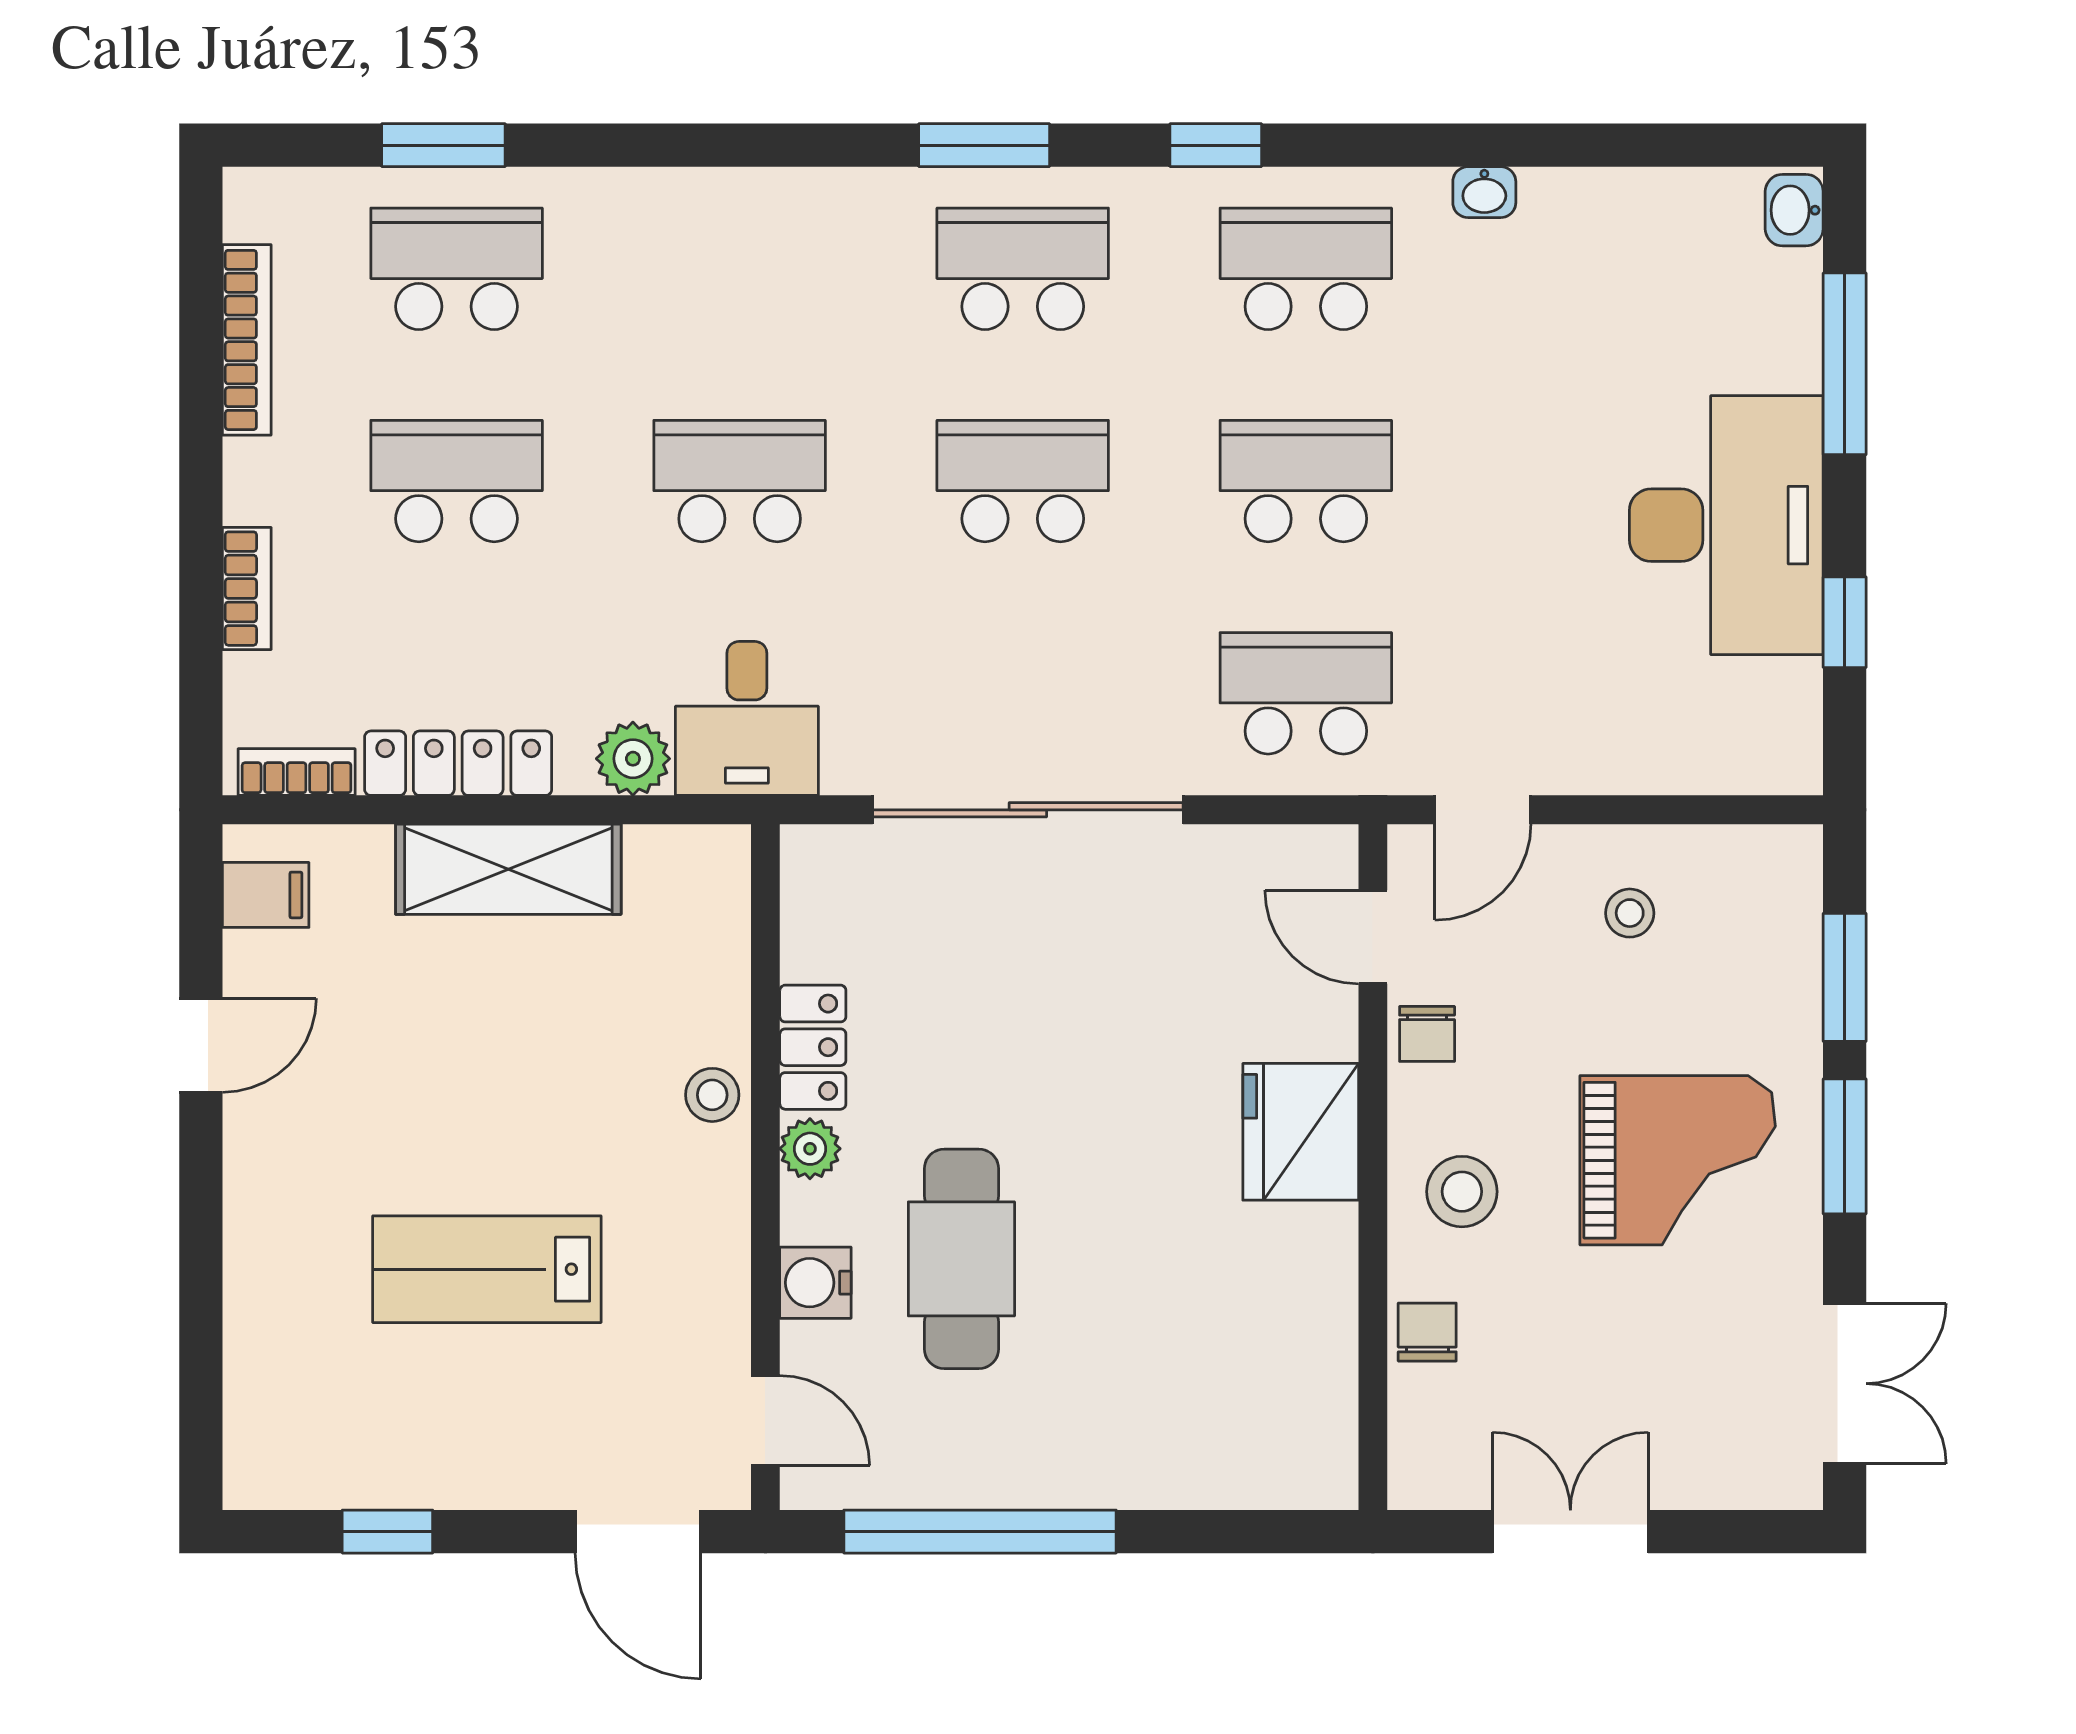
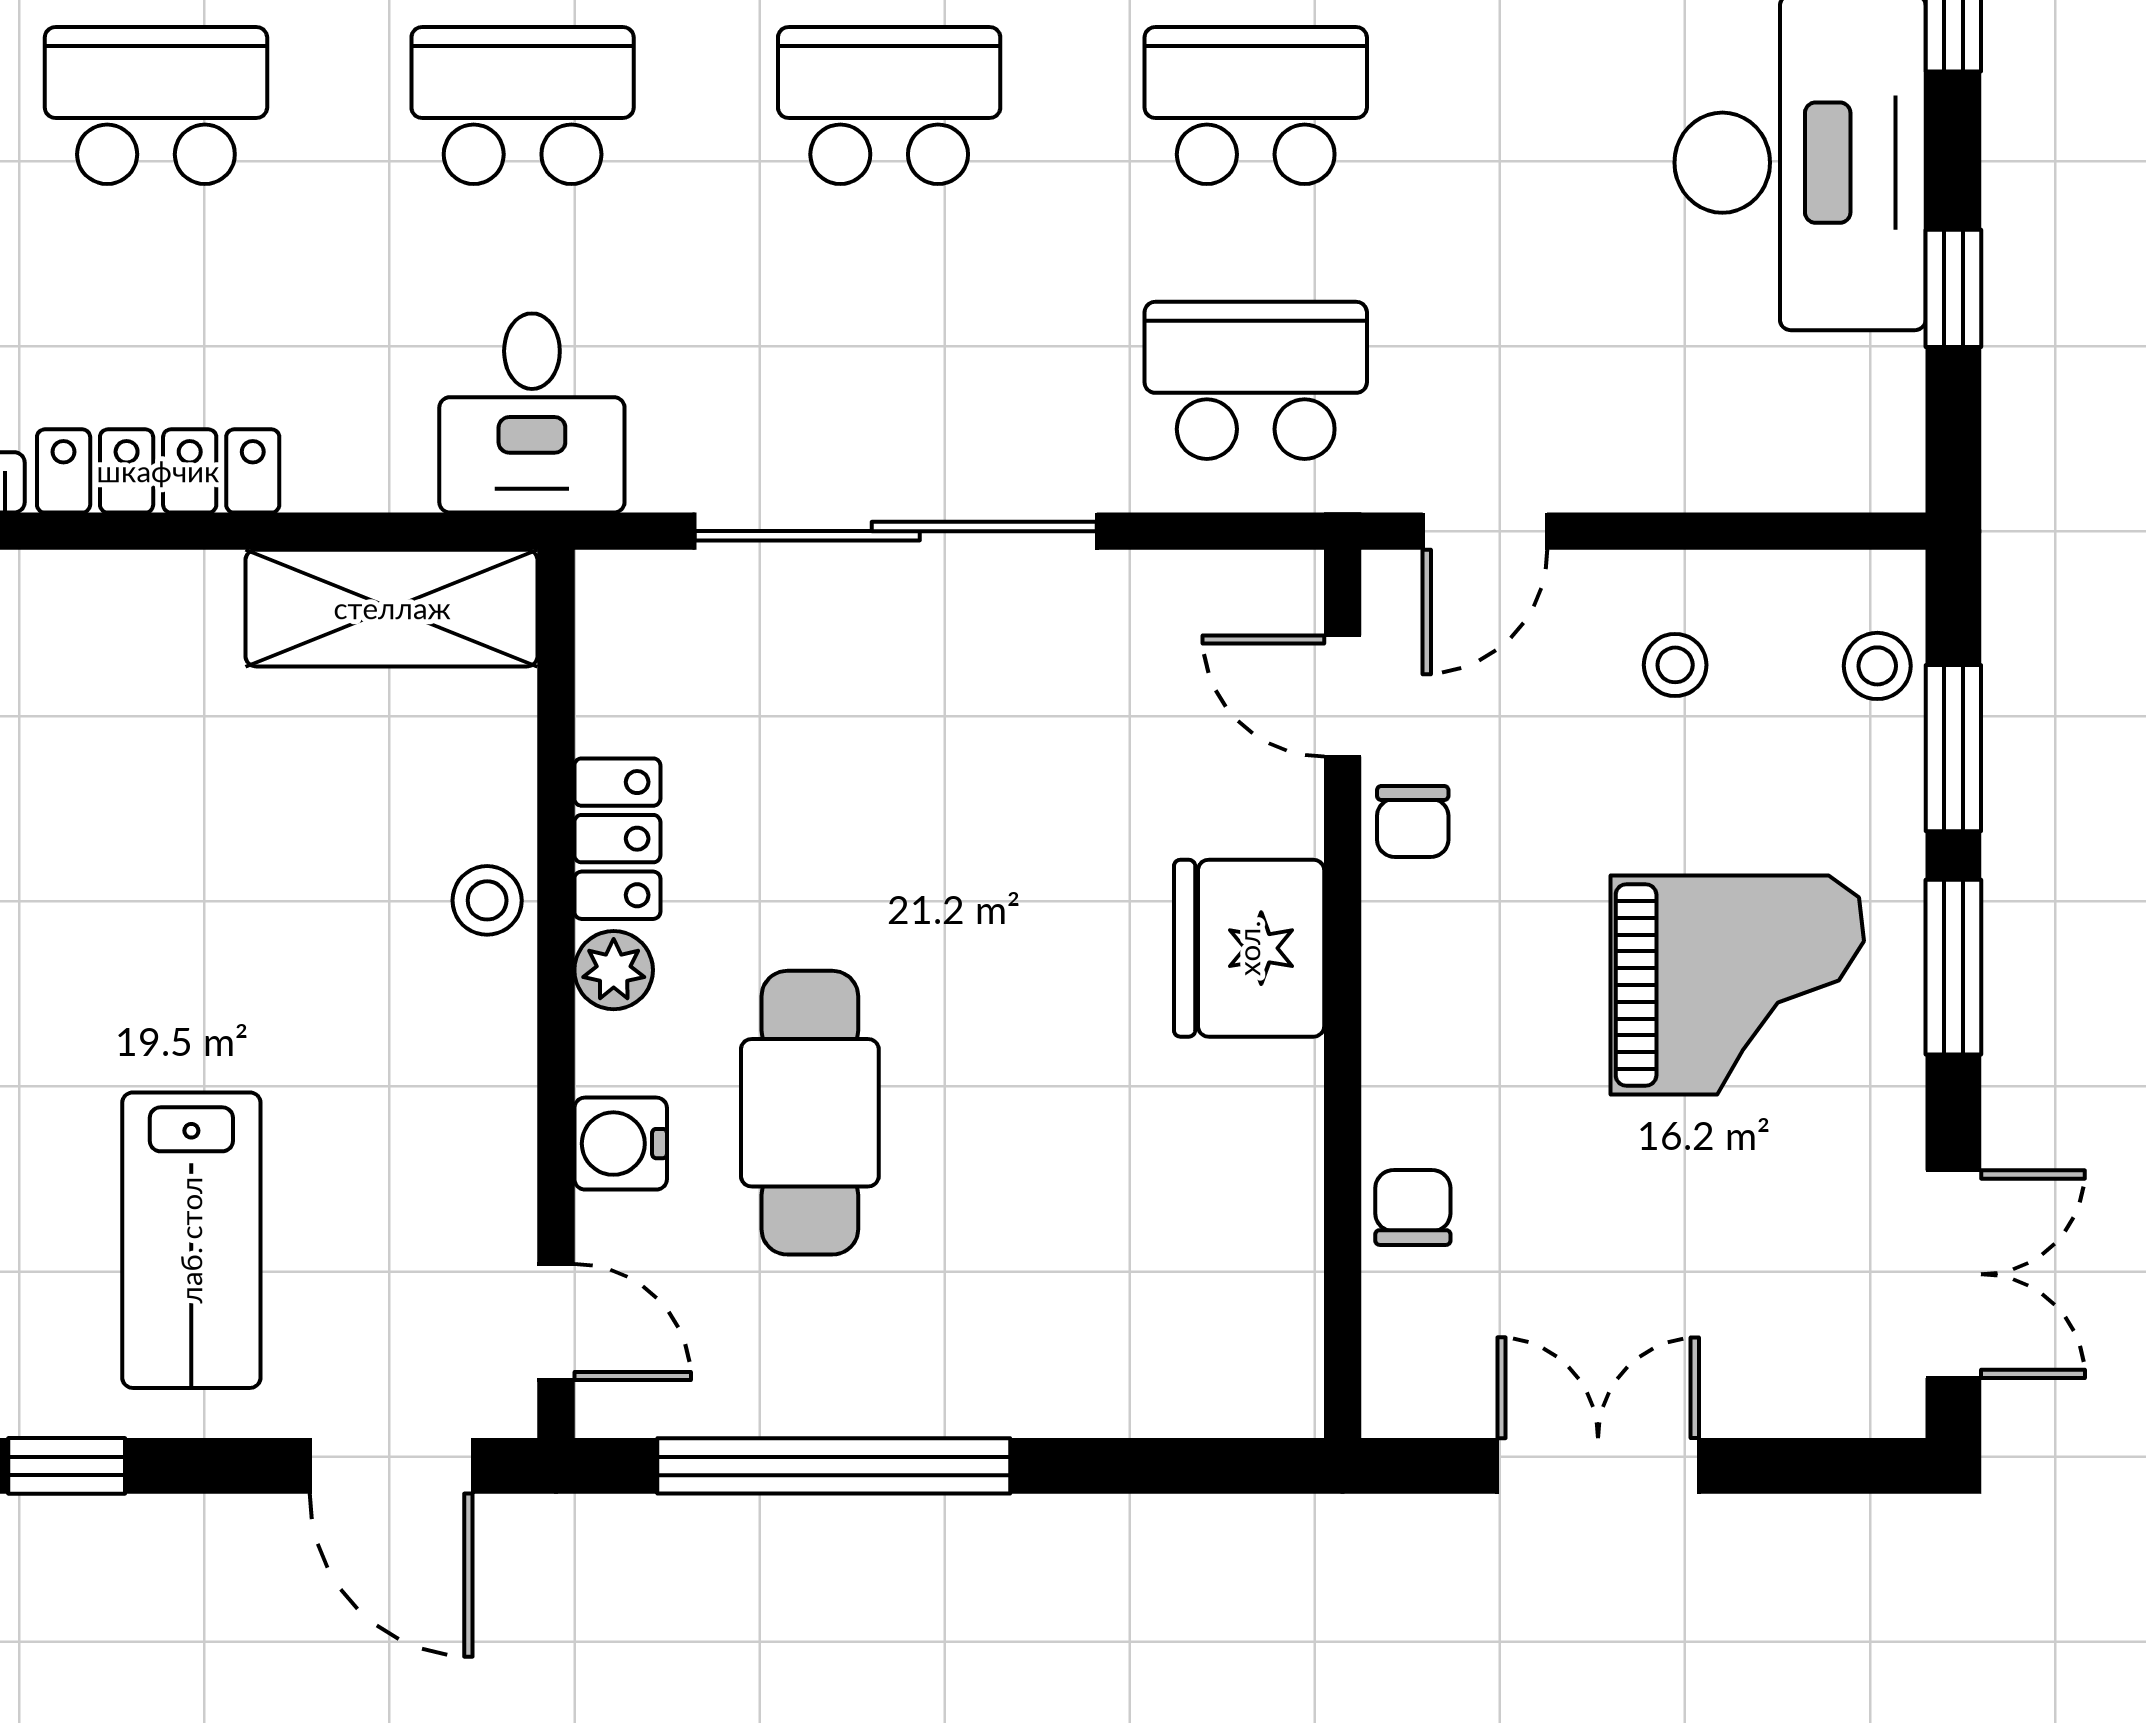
plant: (633, 759) -> (384, 465), removed
shelving: (508, 869) -> (392, 608), moved
stool: (1462, 1192) -> (1877, 666), moved, width x0.73, depth x0.73
lab bench: (487, 1269) -> (191, 1240), moved, turned -90

